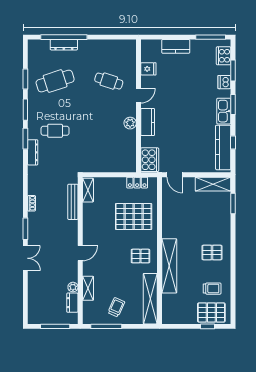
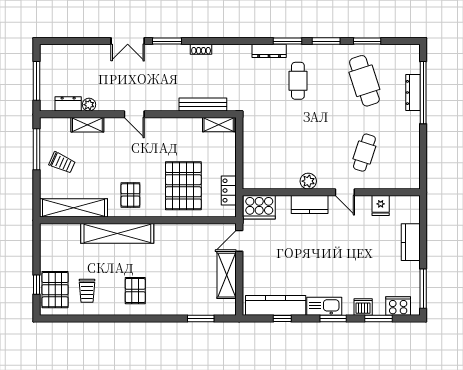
shelving: (213, 184) -> (227, 275), moved

